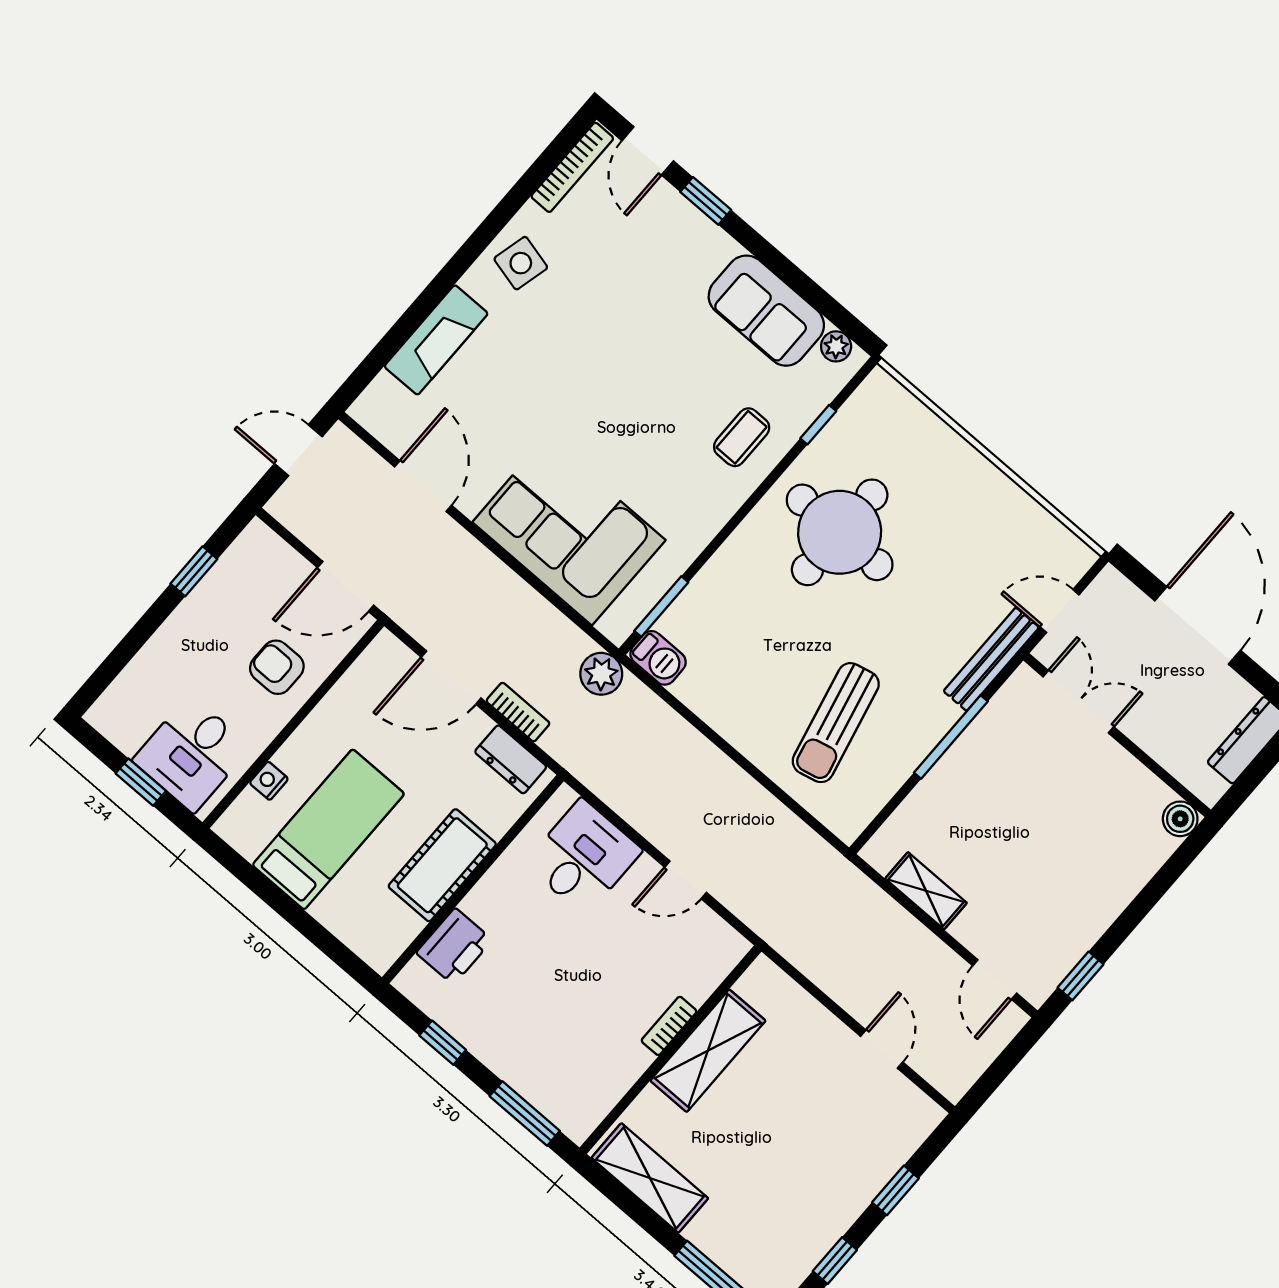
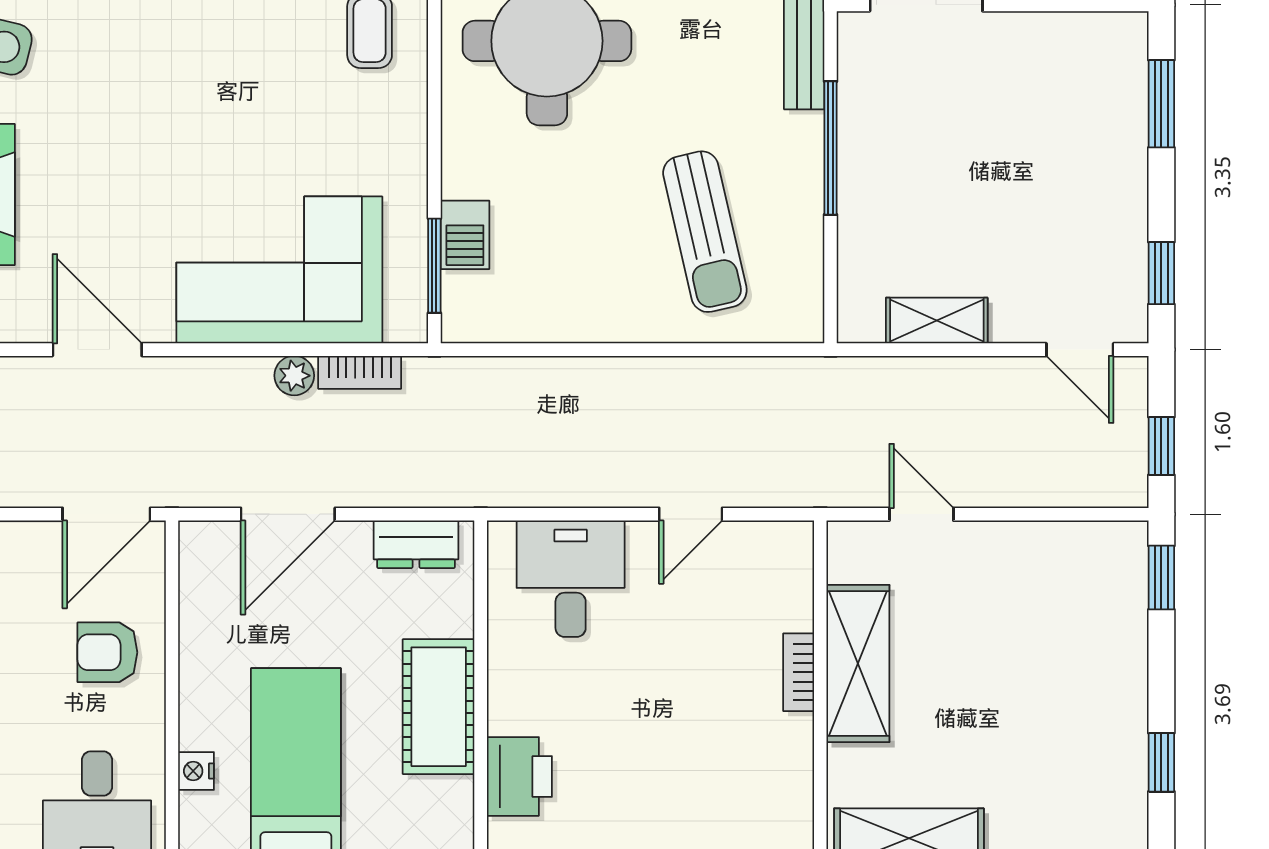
barbecue: (658, 658) -> (465, 235), moved, turned 90
plant: (601, 674) -> (294, 376), moved, width x0.73, depth x0.73
bookcase: (518, 712) -> (360, 372), moved, turned 180
boiler: (1180, 819) -> (1126, 34), removed
window: (1166, 877) -> (1161, 104), added
door: (882, 1049) -> (921, 514), moved
window: (994, 1077) -> (1161, 446), added
window: (895, 1190) -> (1161, 578), moved

